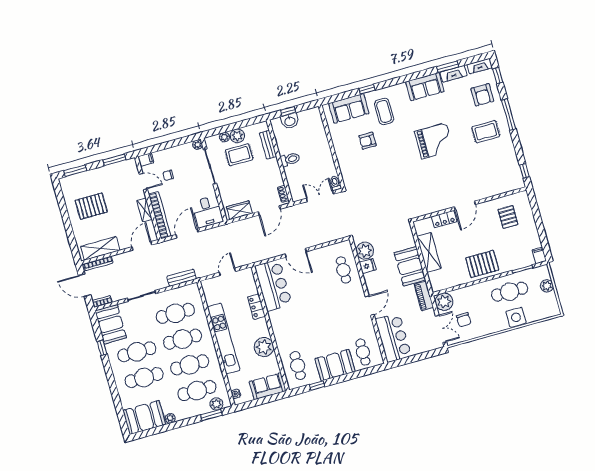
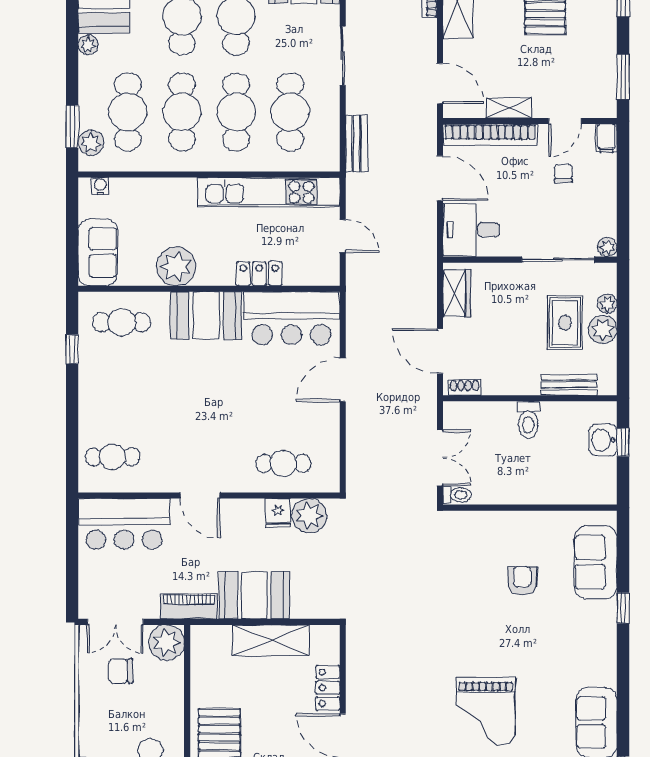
coffee table: (384, 111) -> (570, 629), removed
kitchen unit: (223, 339) -> (269, 192), moved
booth: (335, 365) -> (206, 316), moved, turned 90

